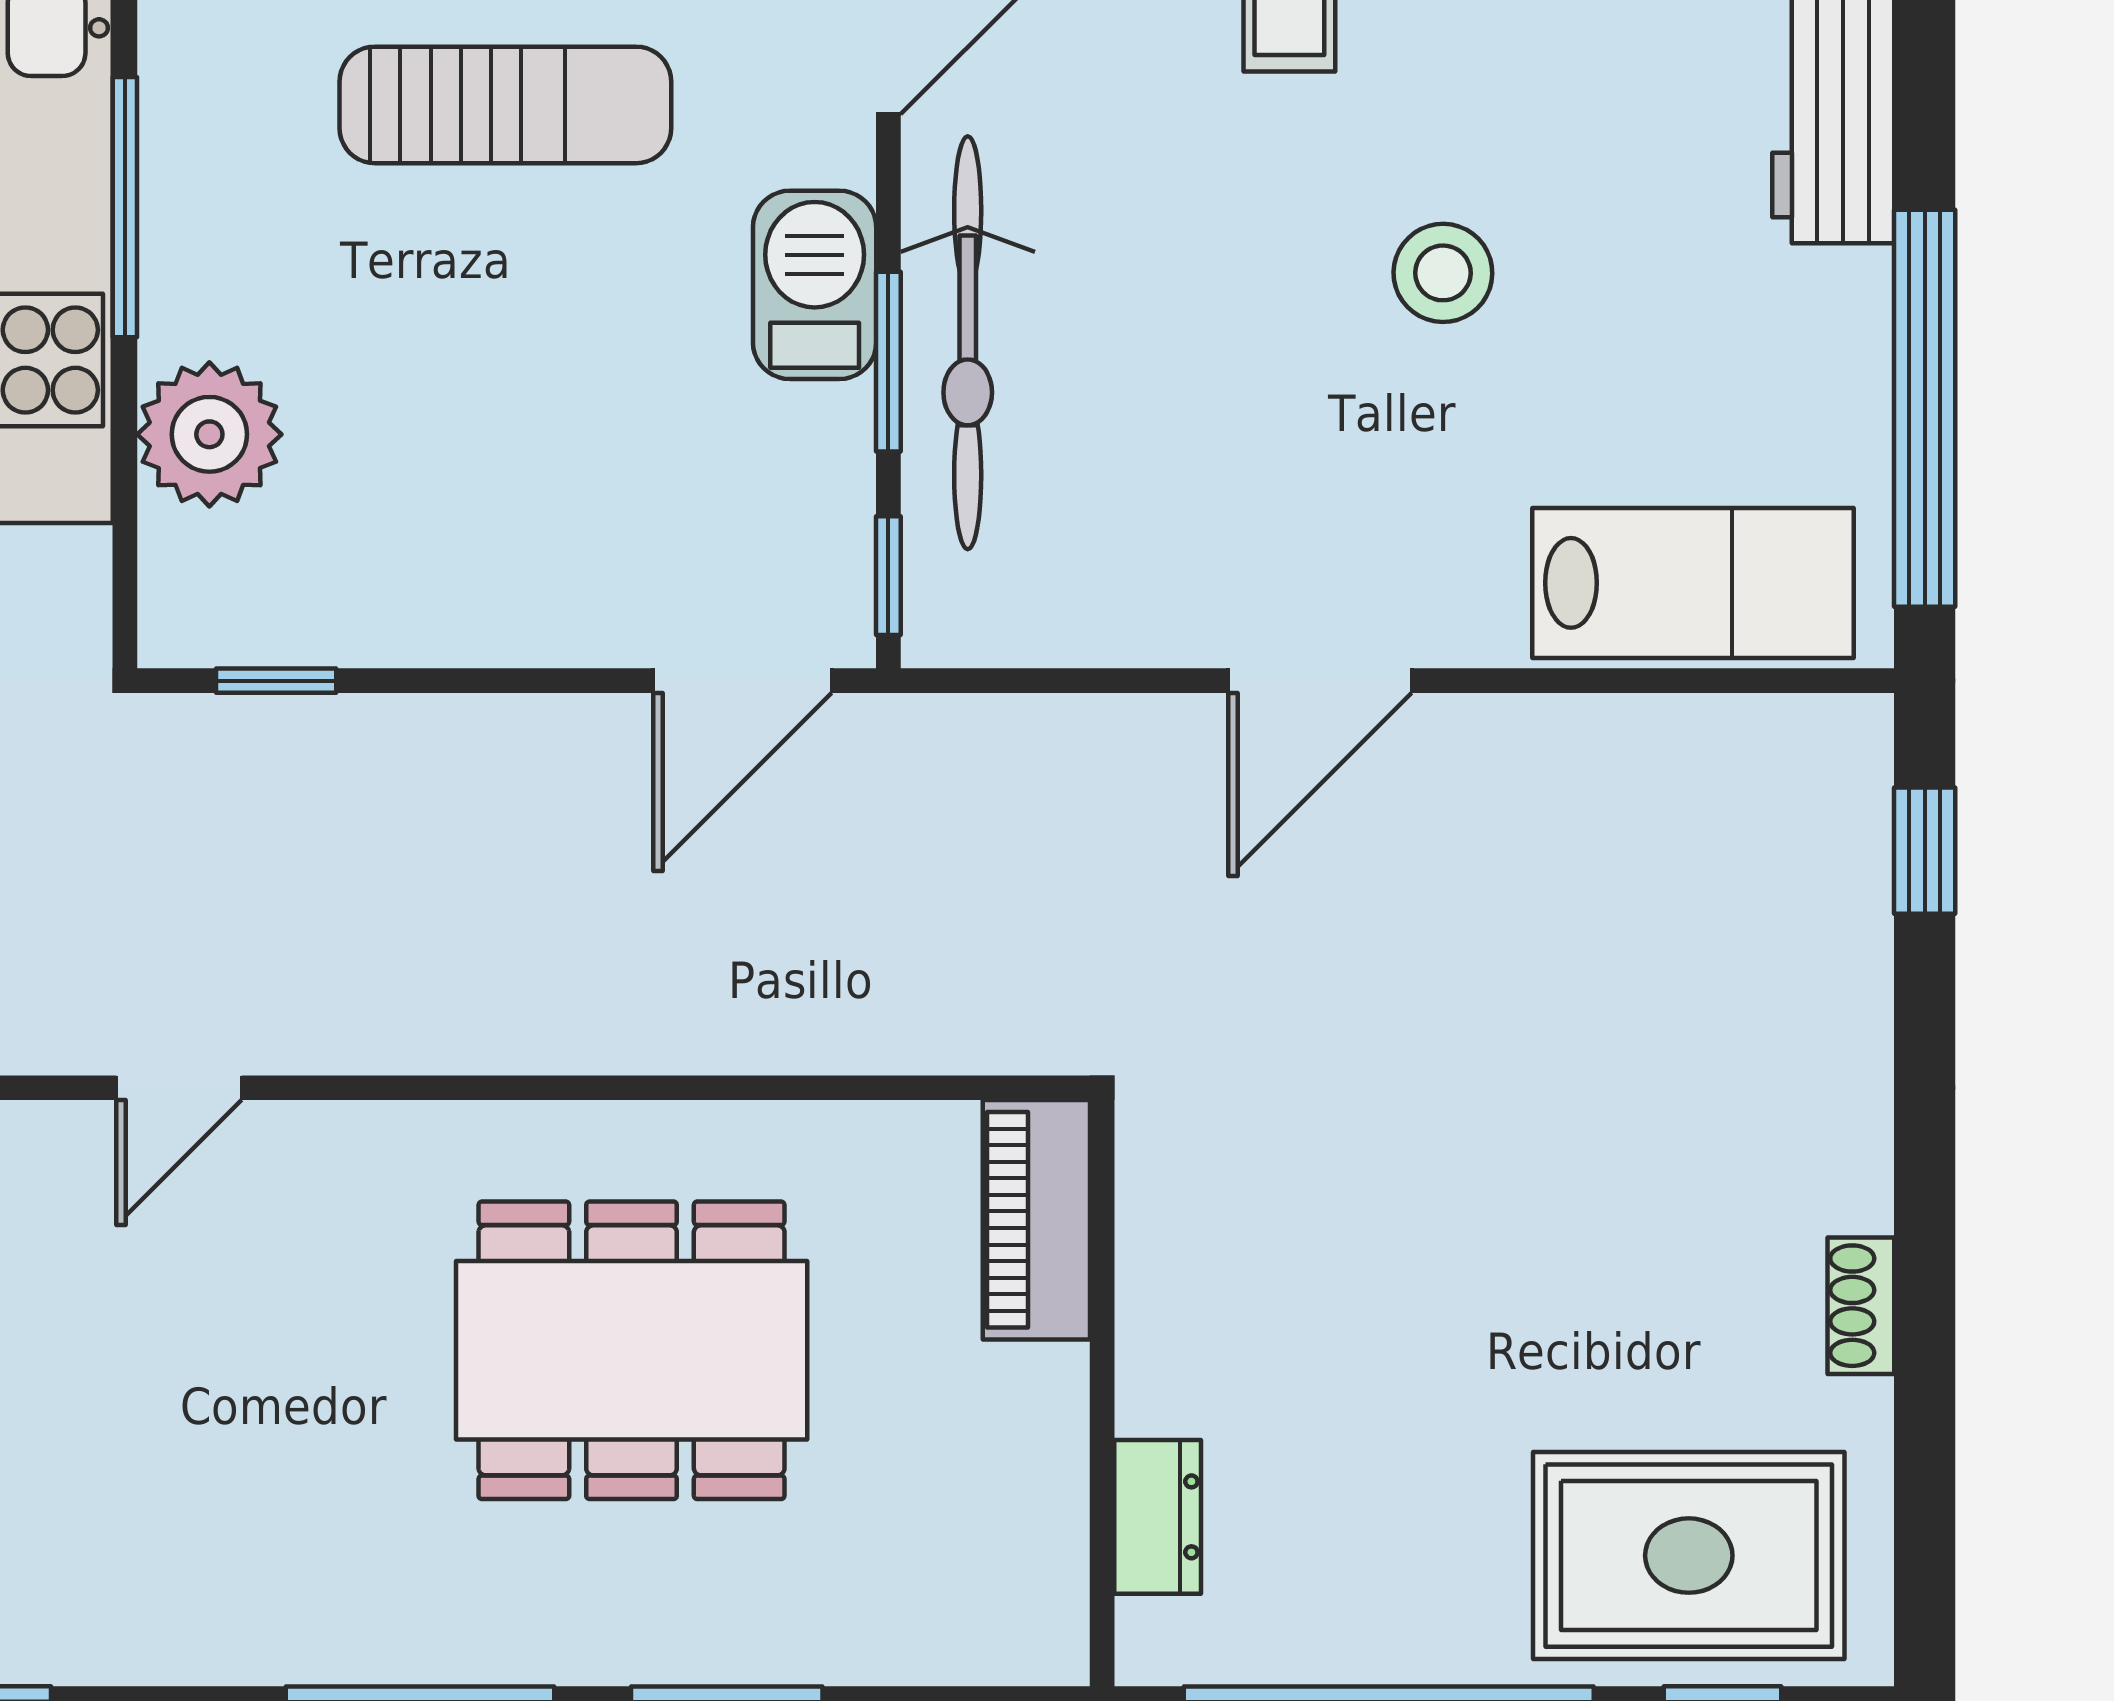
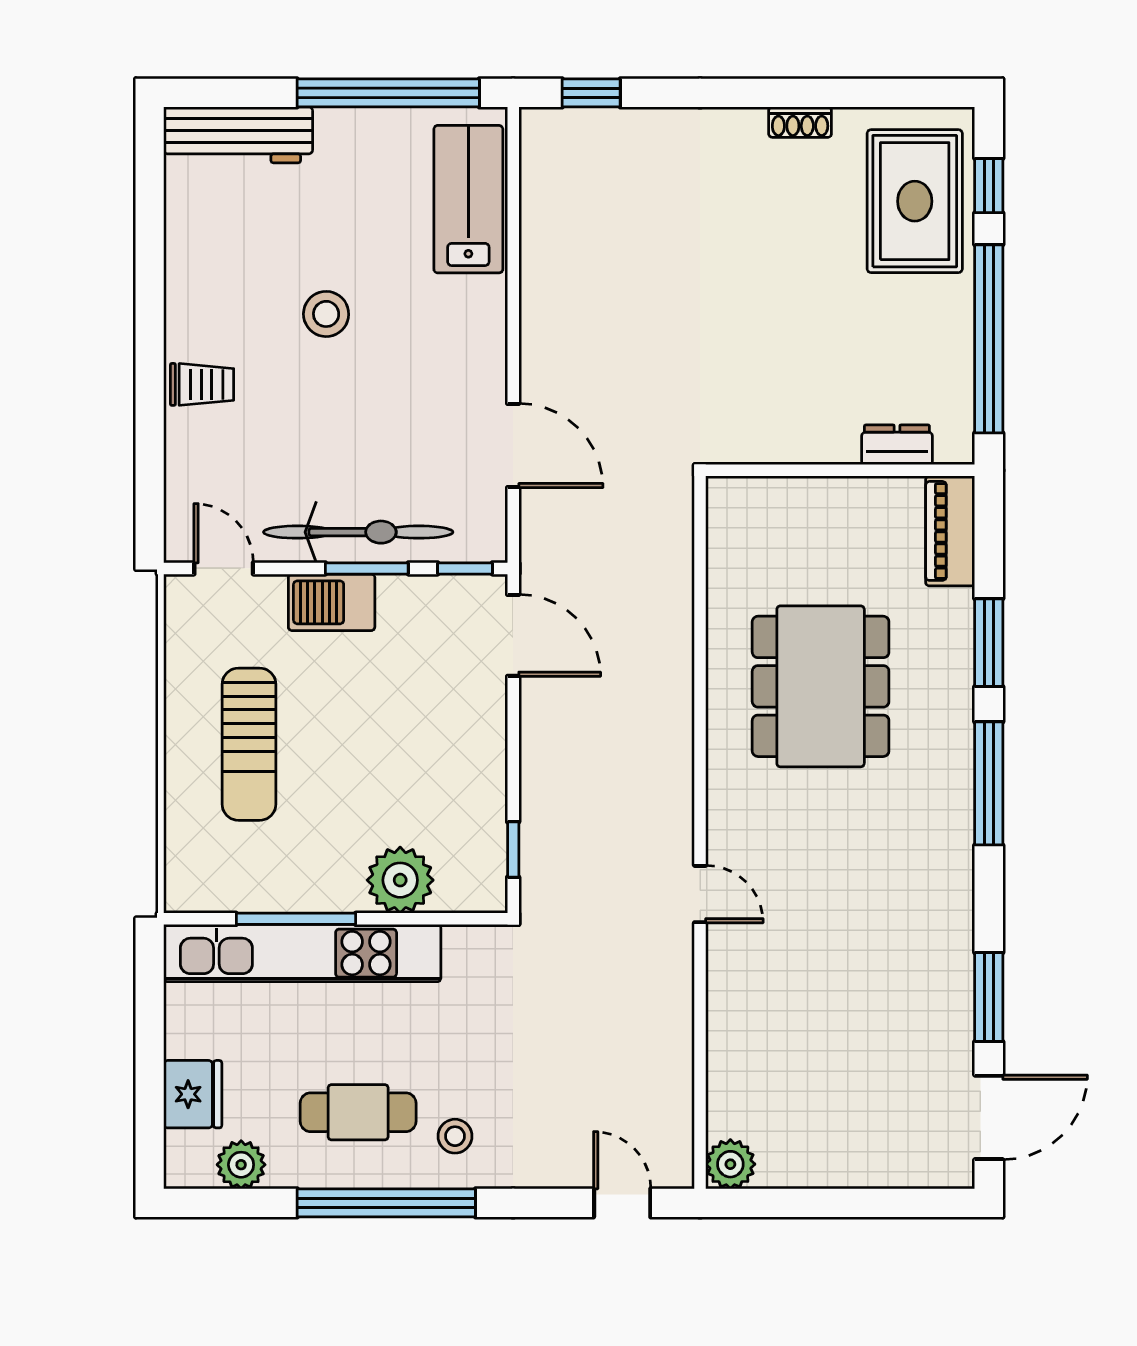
sun lounger: (505, 105) -> (249, 744), turned 180
door: (1320, 681) -> (513, 446), moved
piano: (1036, 1220) -> (950, 531), moved, turned 90

